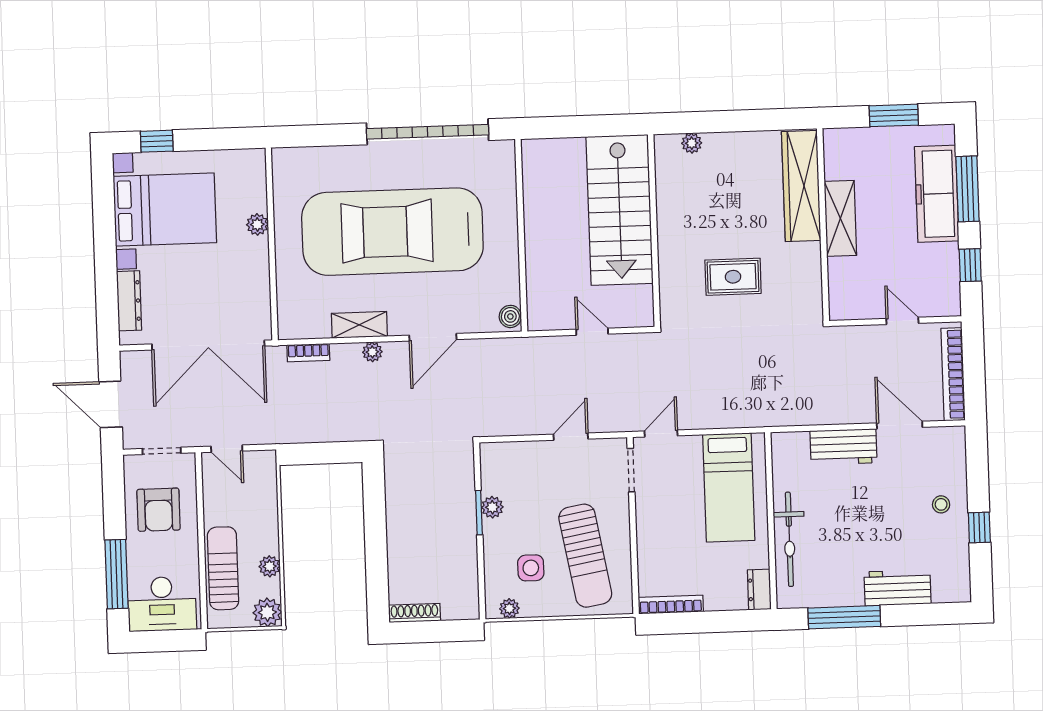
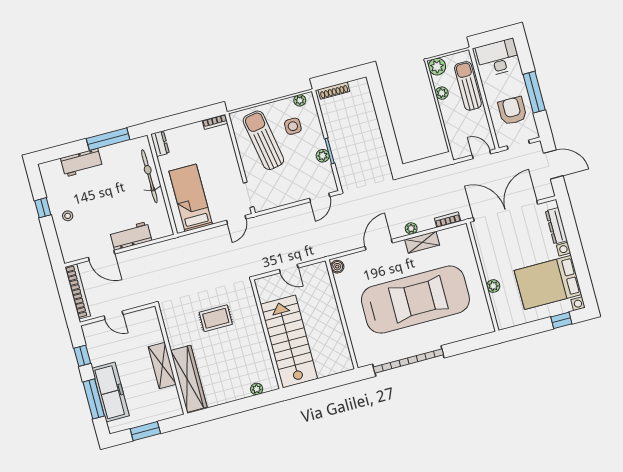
door: (571, 437) -> (320, 198), moved
sun lounger: (223, 568) -> (468, 86), turned 180
window: (116, 574) -> (534, 92), moved
bookcase: (671, 605) -> (215, 122), width x0.64
shoe rack: (414, 613) -> (334, 91), moved

